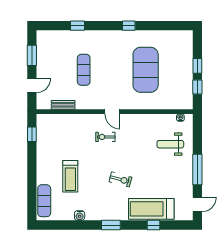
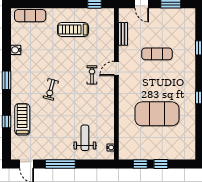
door: (112, 112) -> (116, 69), moved
treadmill: (70, 176) -> (73, 30), moved
treadmill: (151, 209) -> (22, 119), width x0.73, depth x0.73

